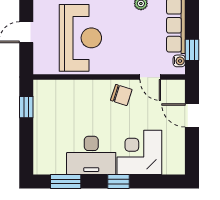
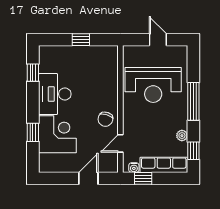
window: (26, 107) -> (81, 40), moved
window: (66, 181) -> (33, 73), width x0.67
window: (119, 181) -> (33, 132), moved

